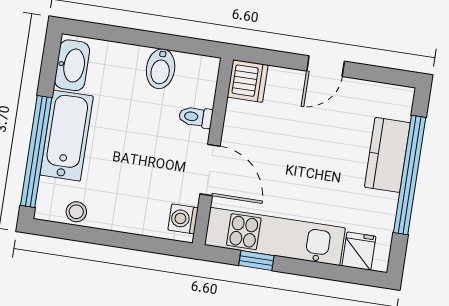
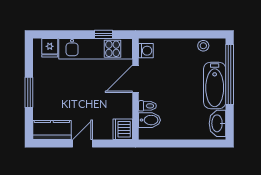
bidet: (161, 69) -> (150, 120), moved, turned 90
kitchen counter: (387, 155) -> (52, 130), moved, turned -90
door: (210, 170) -> (136, 79), hinge flipped
window: (410, 175) -> (29, 92), width x0.47

